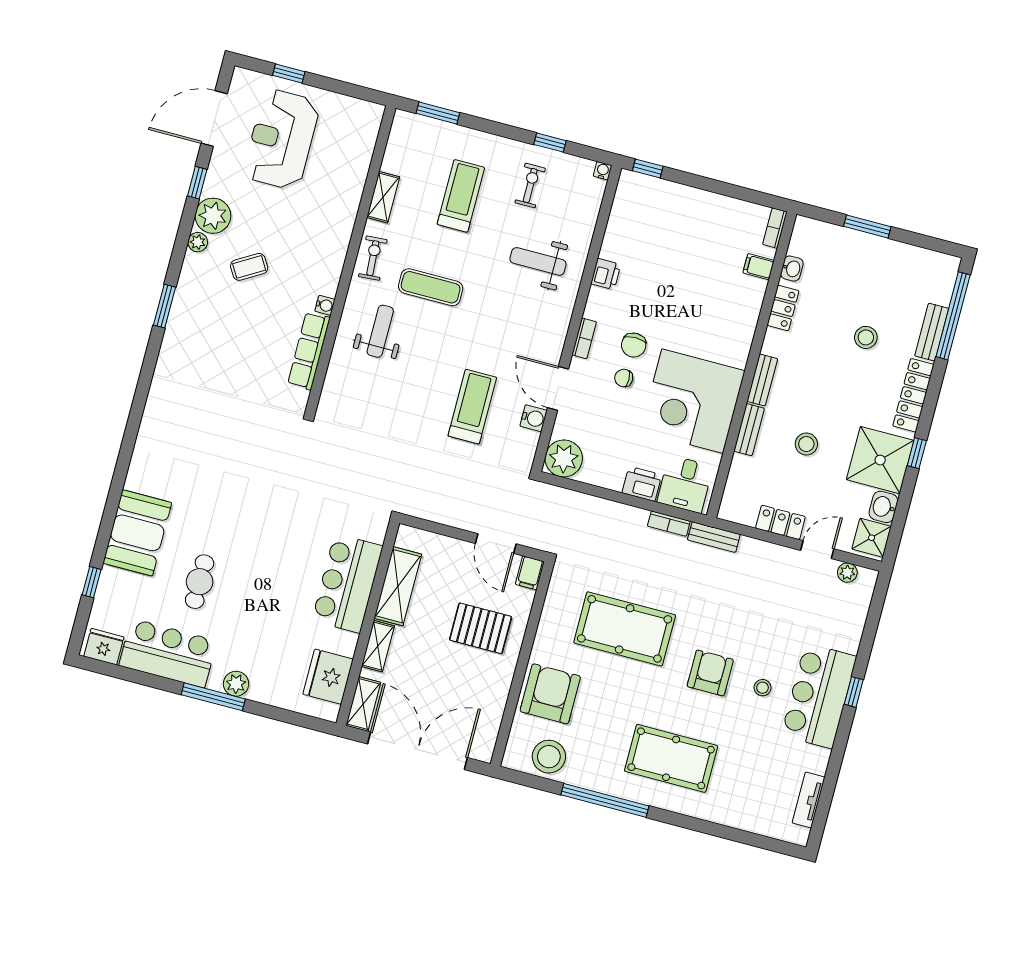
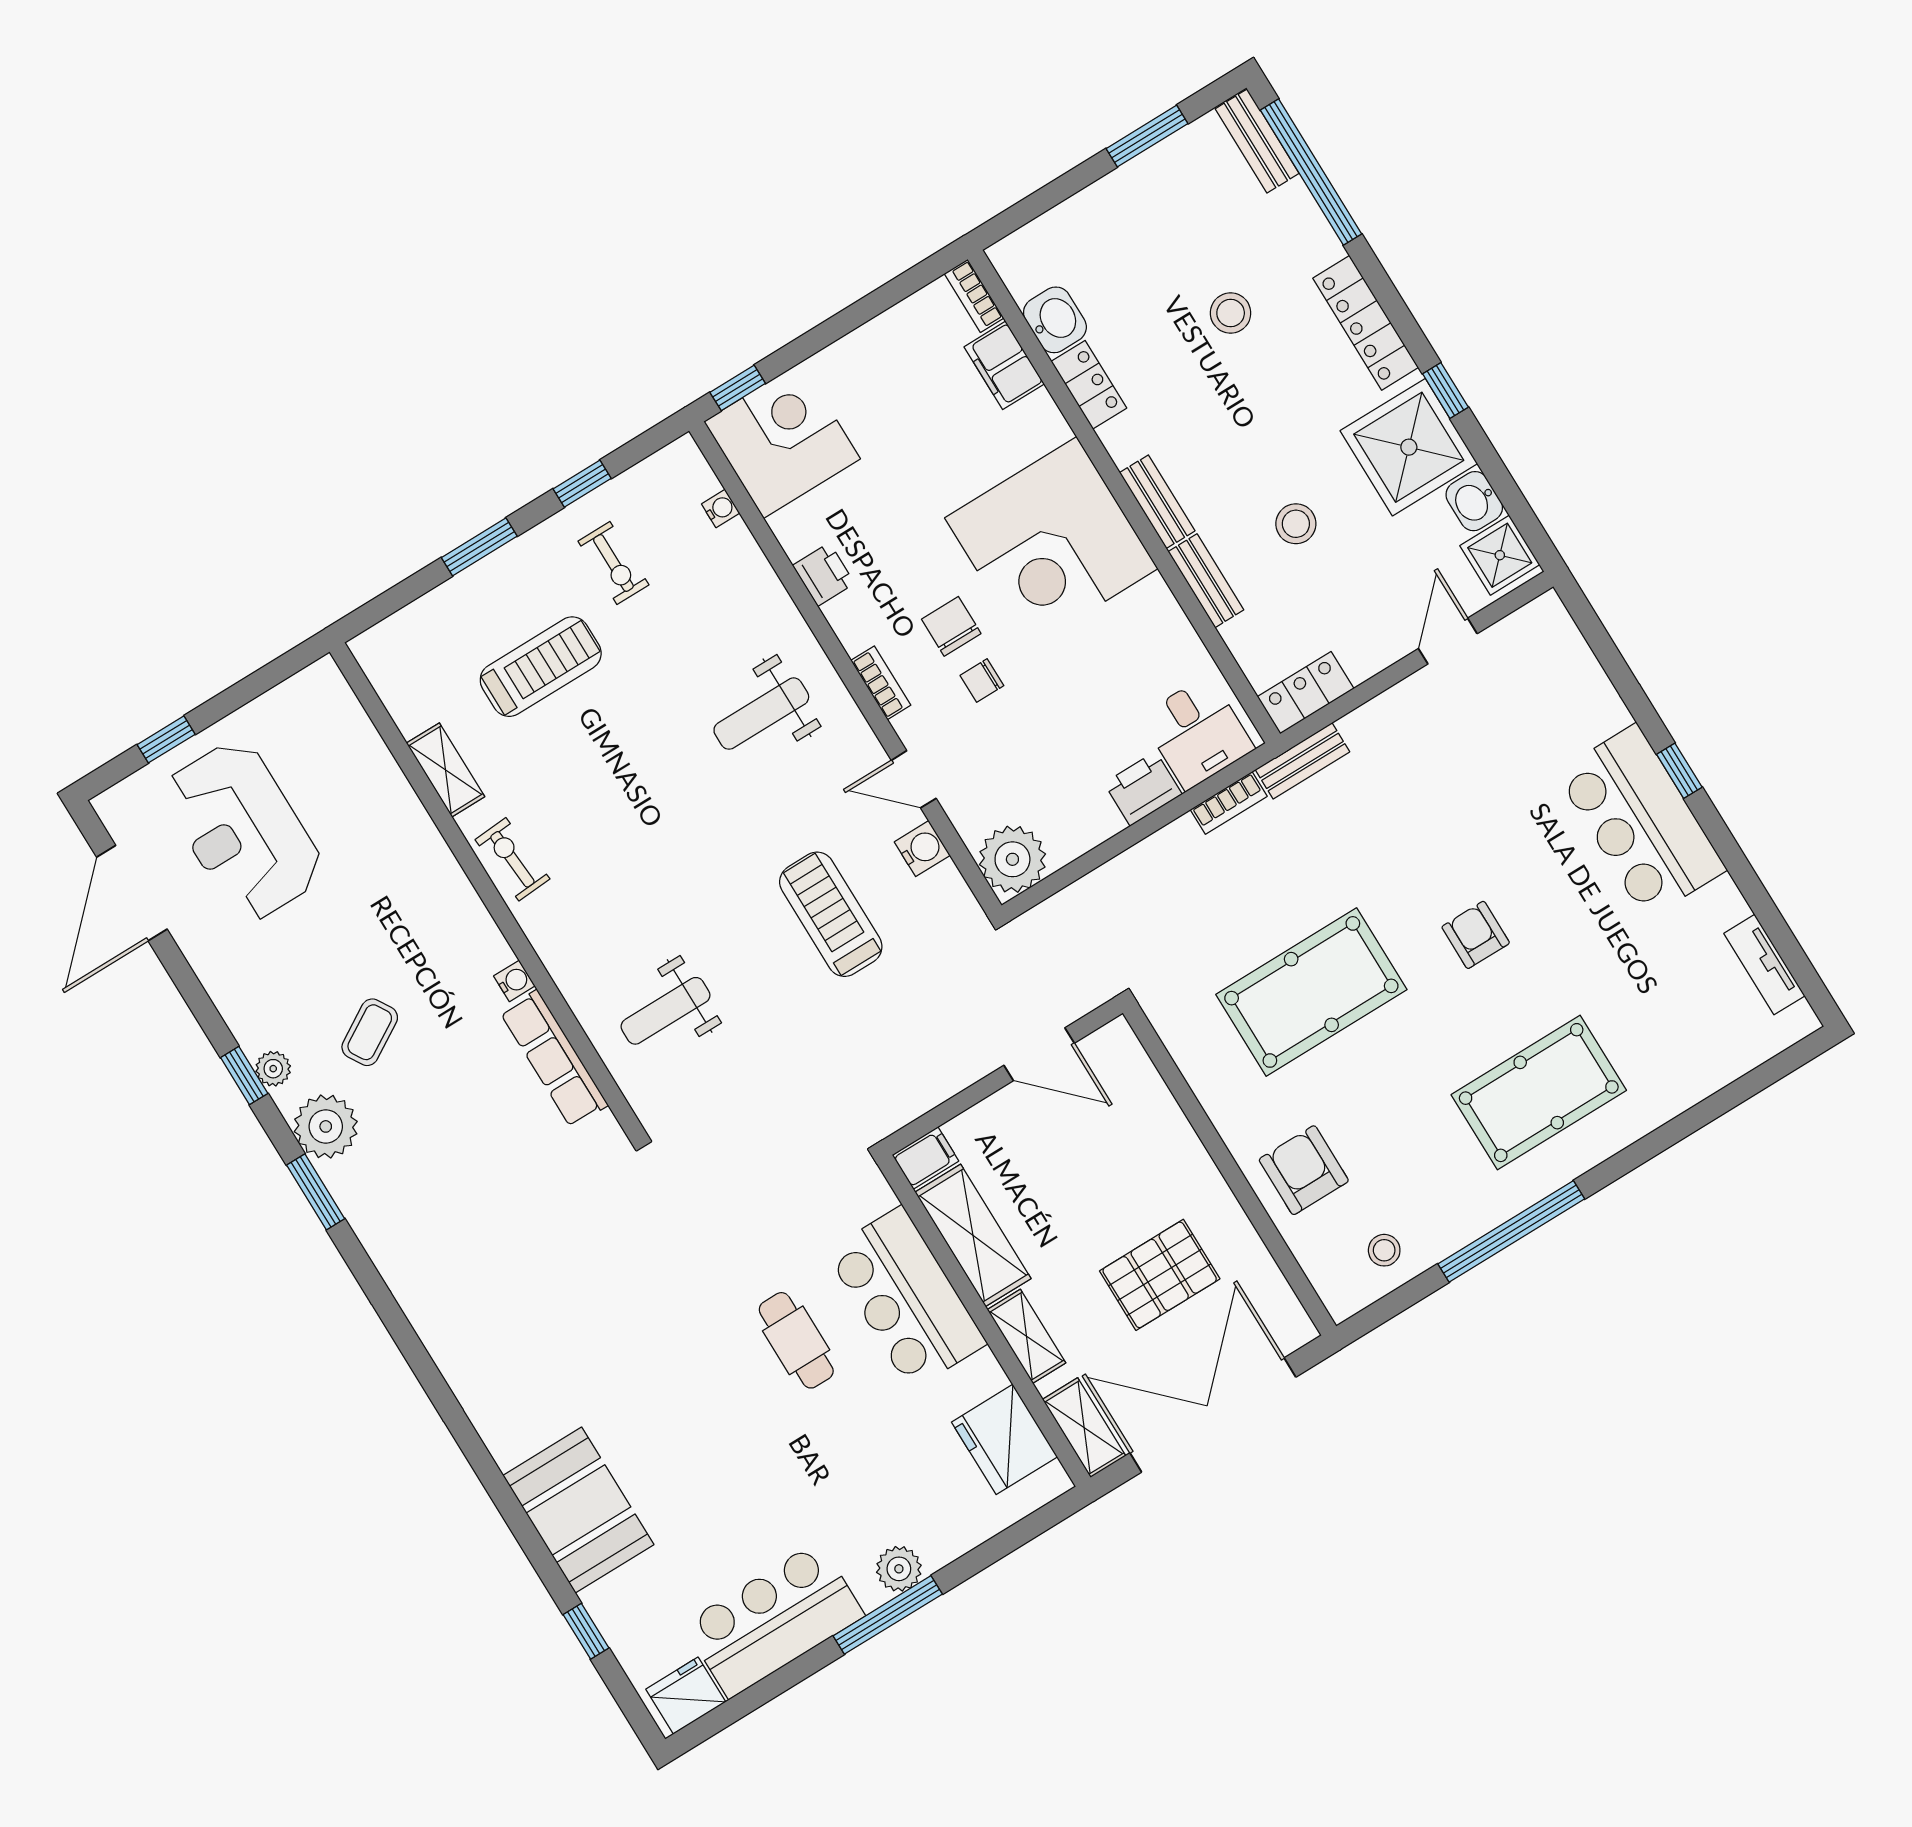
window: (438, 113) -> (479, 547), moved
water cooler: (603, 171) -> (721, 509), moved, turned 90
window: (197, 183) -> (244, 1076), moved
exercise bike: (530, 185) -> (613, 563), turned 180
treadmill: (461, 196) -> (541, 667), turned 90
corner desk: (644, 206) -> (782, 440), added
plant: (213, 216) -> (326, 1126), moved
window: (867, 226) -> (1147, 136), moved
weight bench: (538, 261) -> (761, 714), moved
filing cabinet: (758, 267) -> (1004, 365), width x2.00
washbasin: (792, 269) -> (1055, 320), width x1.38, depth x1.45
exercise mat: (431, 287) -> (622, 820), removed
weight bench: (380, 331) -> (666, 1011), moved, turned -90
bench: (932, 332) -> (1257, 141), moved
chair: (634, 345) -> (951, 626), turned 180
door: (558, 388) -> (914, 779), width x0.73
corner desk: (693, 401) -> (1051, 543), moved
locker: (780, 522) -> (1306, 693), moved
filing cabinet: (530, 573) -> (925, 1158), moved, turned -90
plant: (847, 573) -> (1515, 630), removed
cafe table: (200, 582) -> (796, 1340), moved
pallet: (481, 628) -> (1160, 1275), moved
armchair: (710, 673) -> (1476, 935), width x0.72, depth x0.72
stool: (763, 688) -> (1560, 885), removed
armchair: (550, 694) -> (1304, 1170), width x0.73, depth x0.73
stool: (549, 757) -> (1384, 1250), width x0.53, depth x0.53

